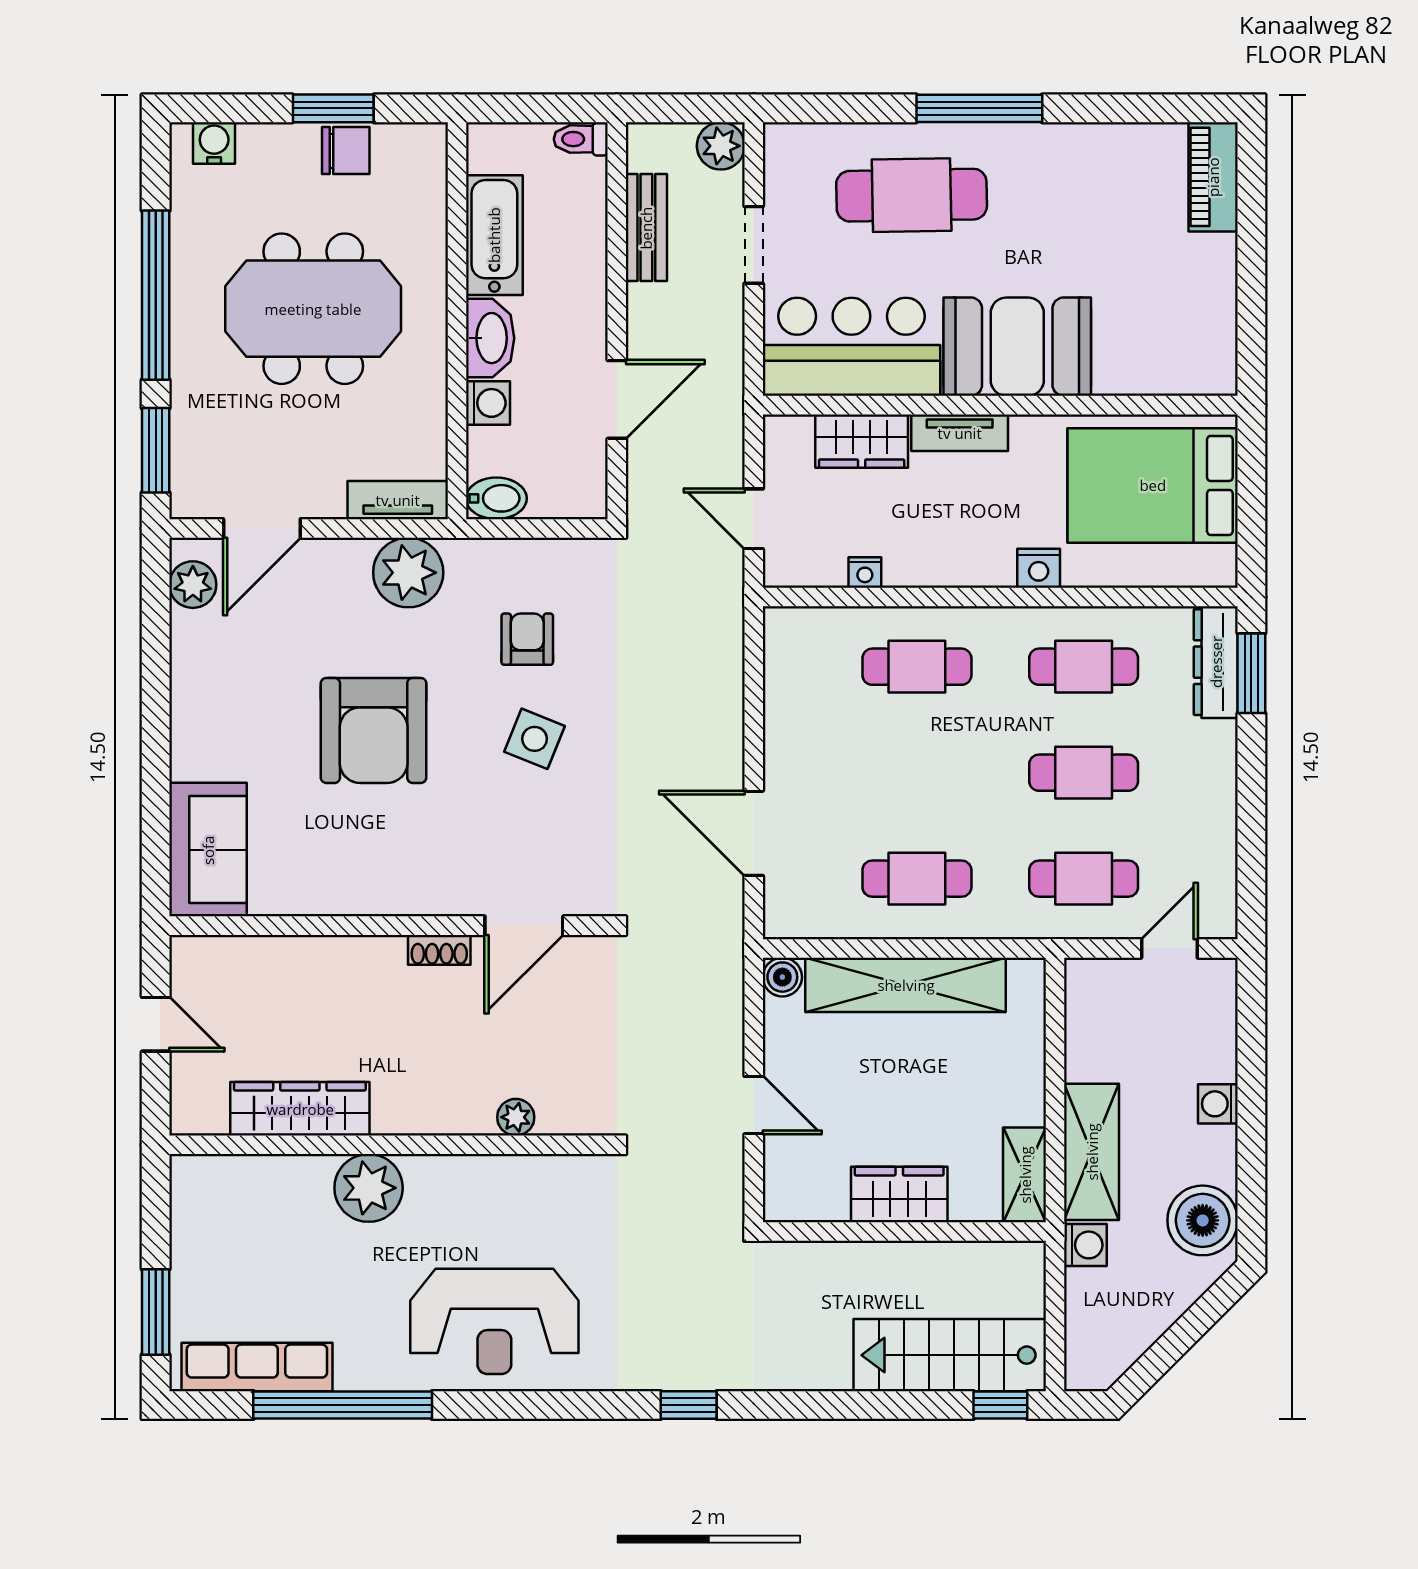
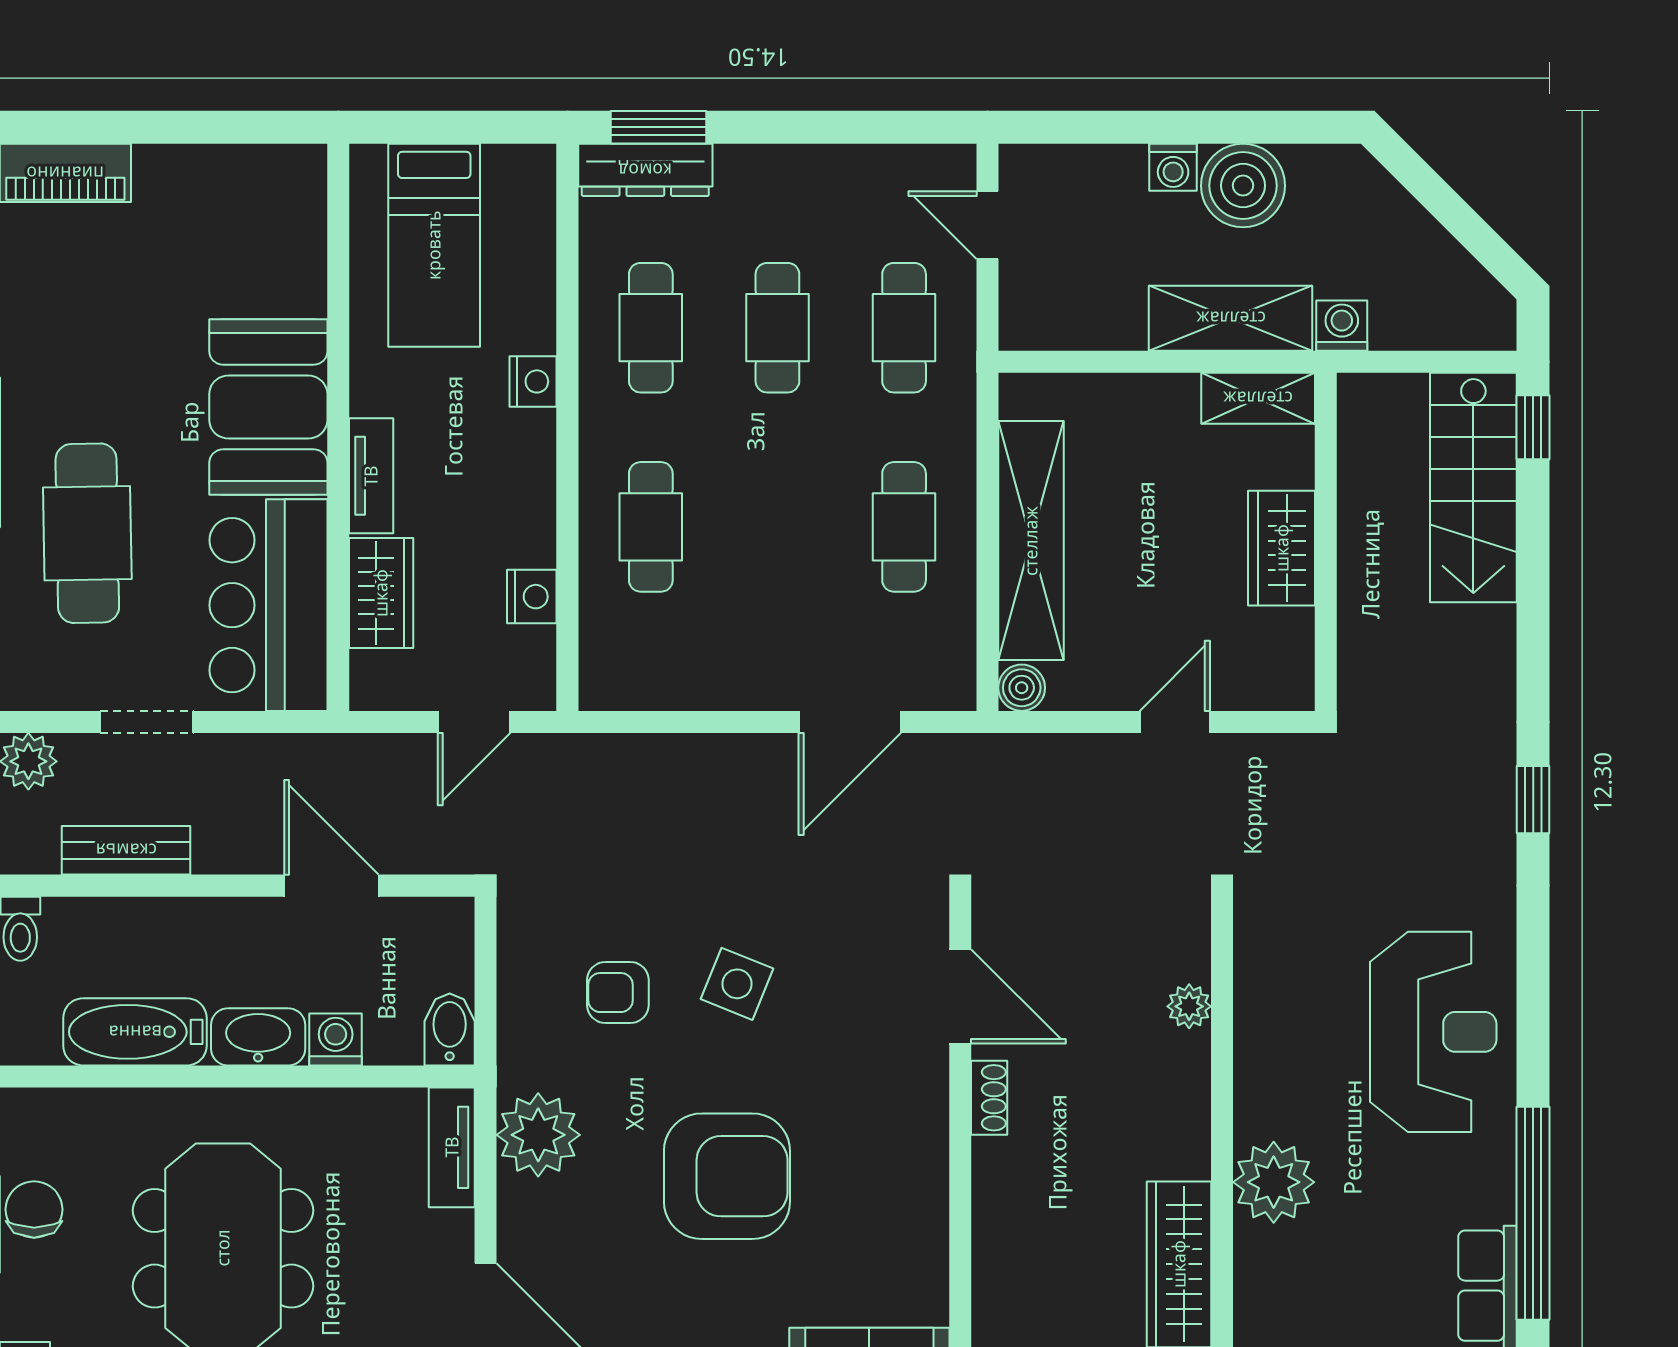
bed: (1153, 485) -> (434, 245), width x0.67
nightstand: (865, 572) -> (532, 597), width x1.39, depth x1.35
boiler: (1203, 1220) -> (1243, 186), moved

